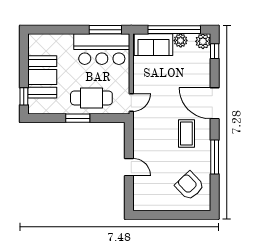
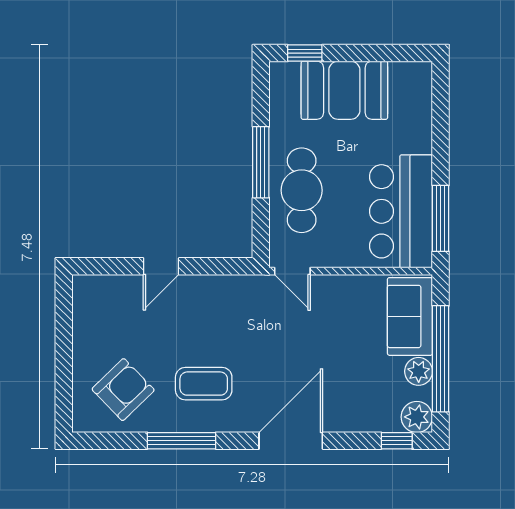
window: (78, 118) -> (261, 162), width x1.44
coffee table: (186, 133) -> (204, 384), moved

